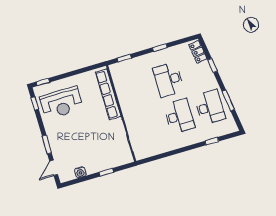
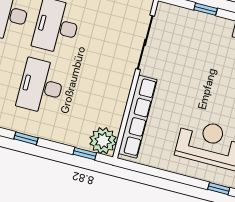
plant: (119, 71) -> (103, 141), added
desk: (168, 80) -> (41, 86), turned 180

